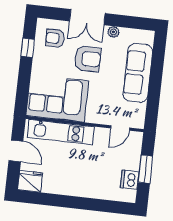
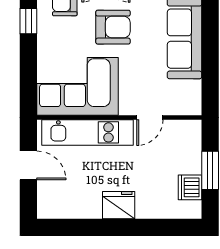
door: (120, 128) -> (150, 117), moved
fridge: (30, 181) -> (119, 205), moved

